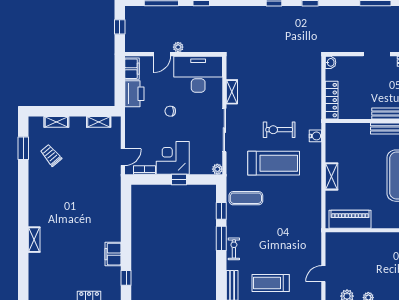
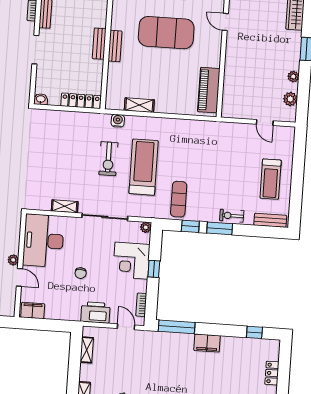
printer: (134, 94) -> (95, 312), moved
corner desk: (173, 158) -> (131, 261), moved
shelving: (331, 176) -> (139, 105), moved
window: (126, 205) -> (177, 327), added
filing cabinet: (113, 254) -> (207, 343), moved

